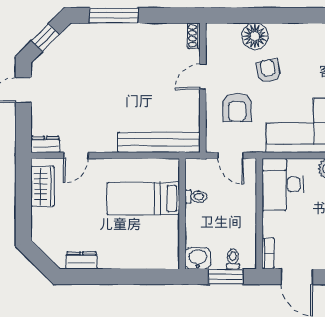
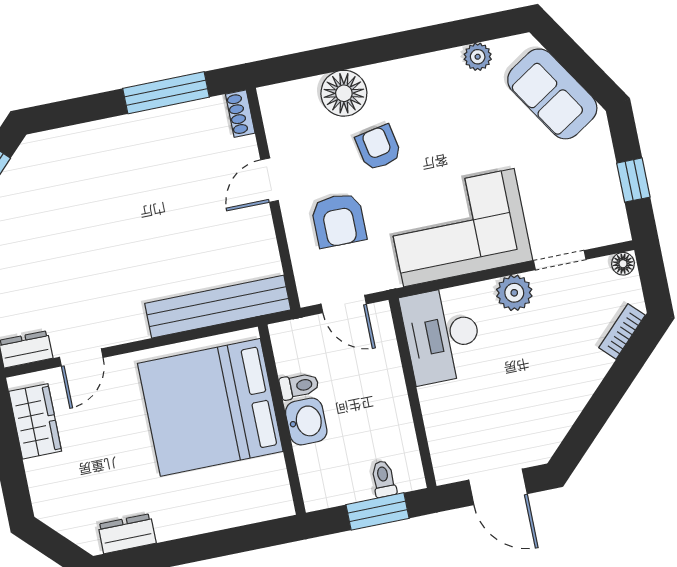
window: (114, 15) -> (166, 93), moved
bed: (143, 199) -> (210, 407), width x2.04
bookcase: (268, 253) -> (441, 457), removed
washbasin: (198, 258) -> (306, 421), moved, turned 90

